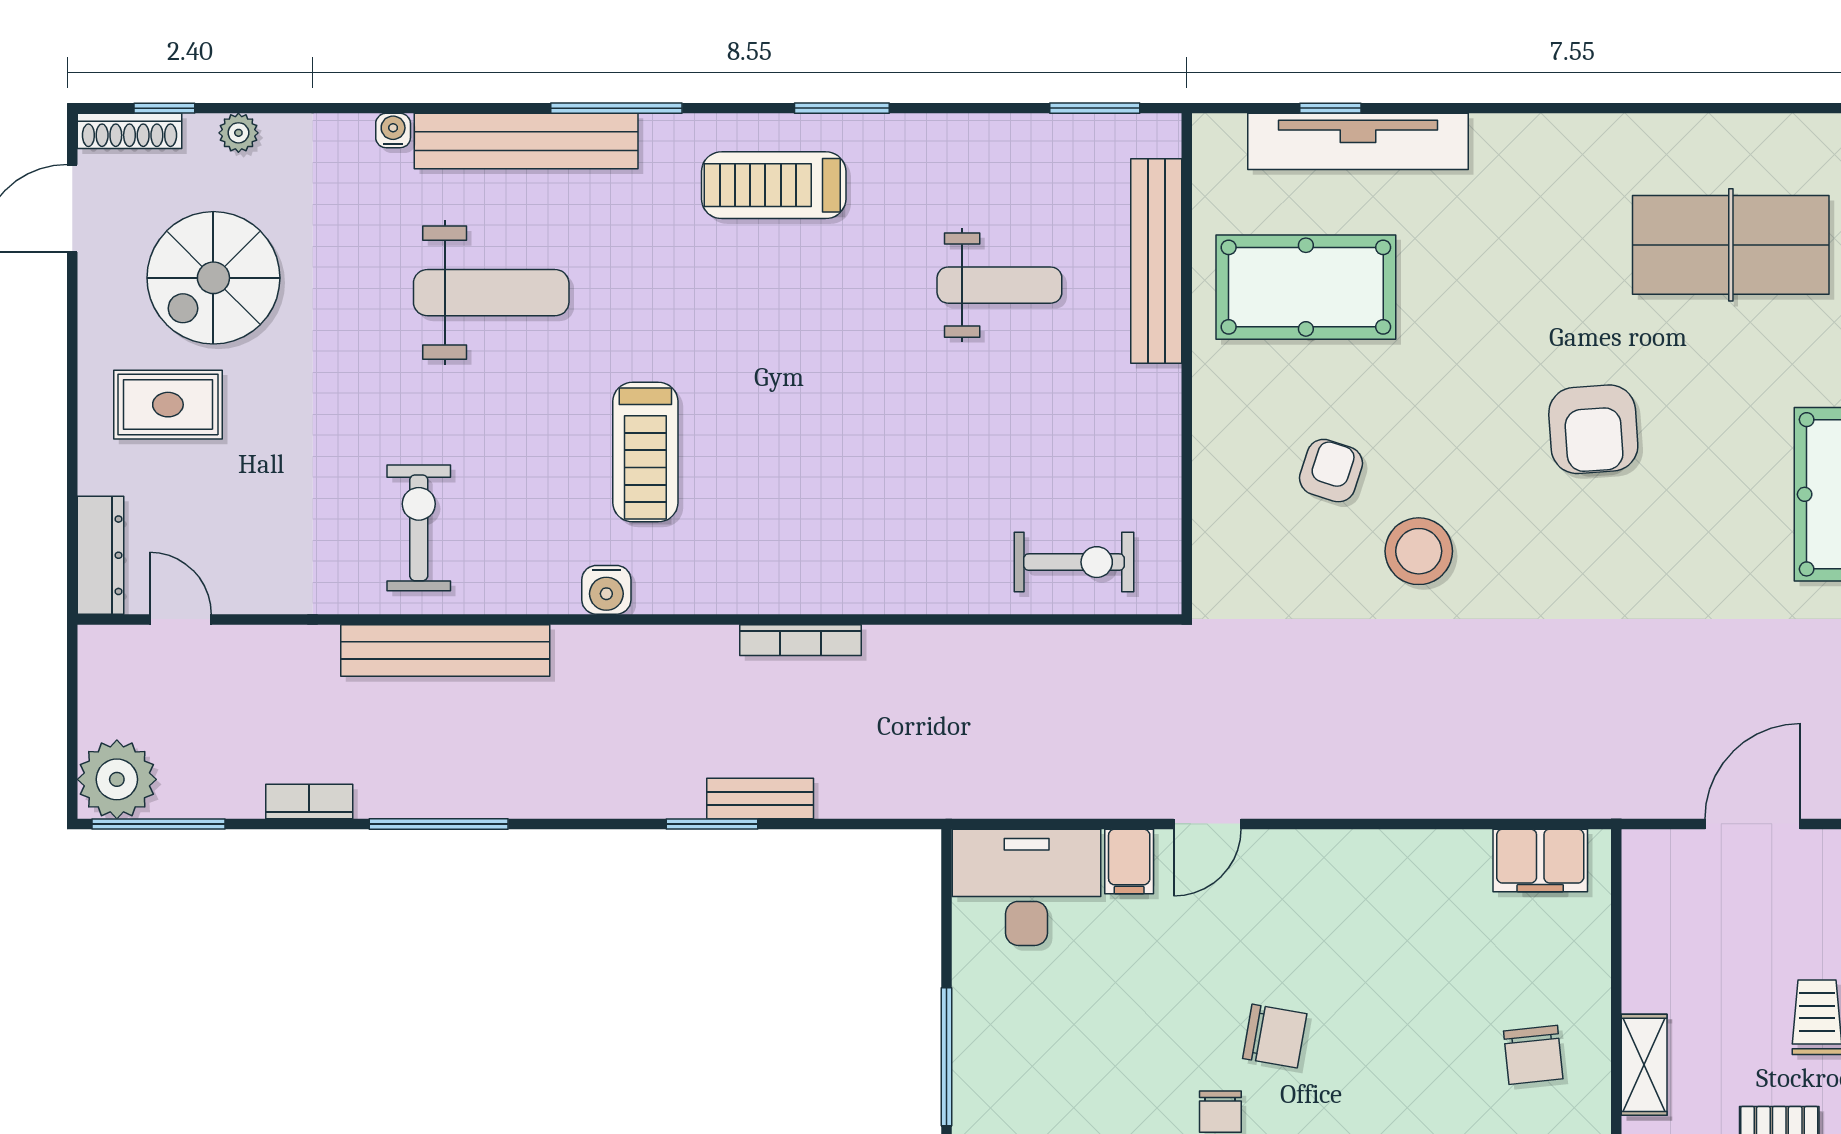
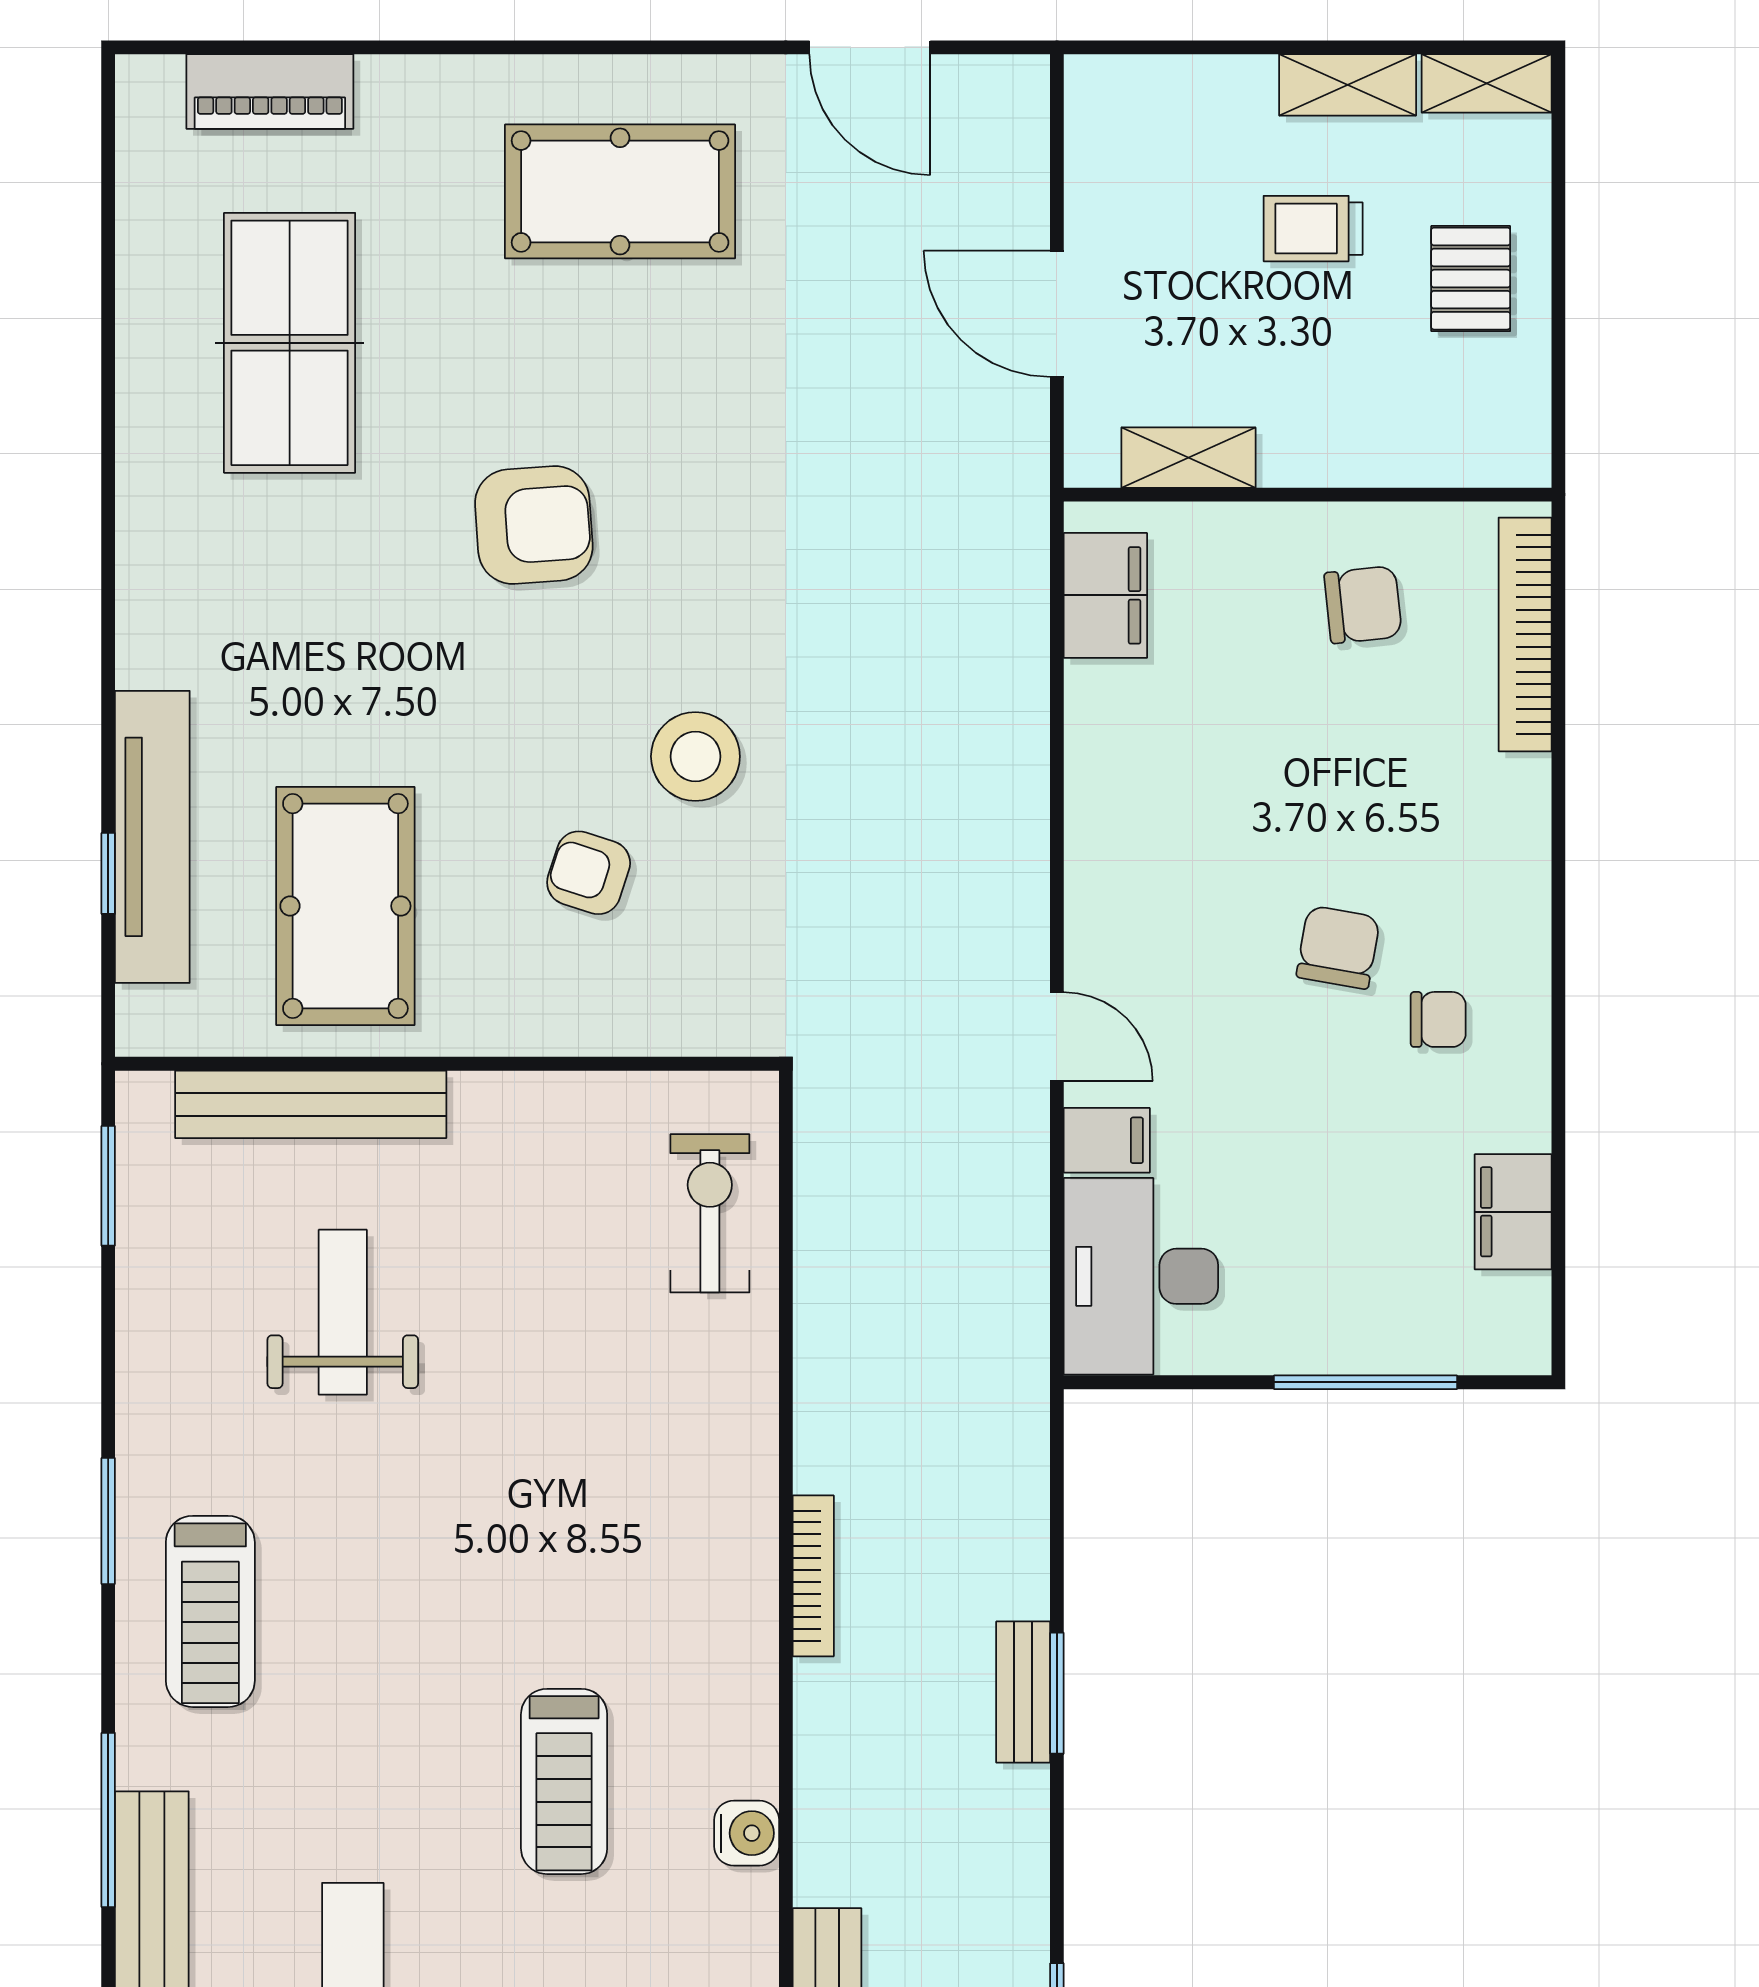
treadmill: (645, 452) -> (564, 1781), turned 90
bench: (760, 798) -> (1023, 1692), moved
shelving: (1644, 1065) -> (1188, 458), moved

